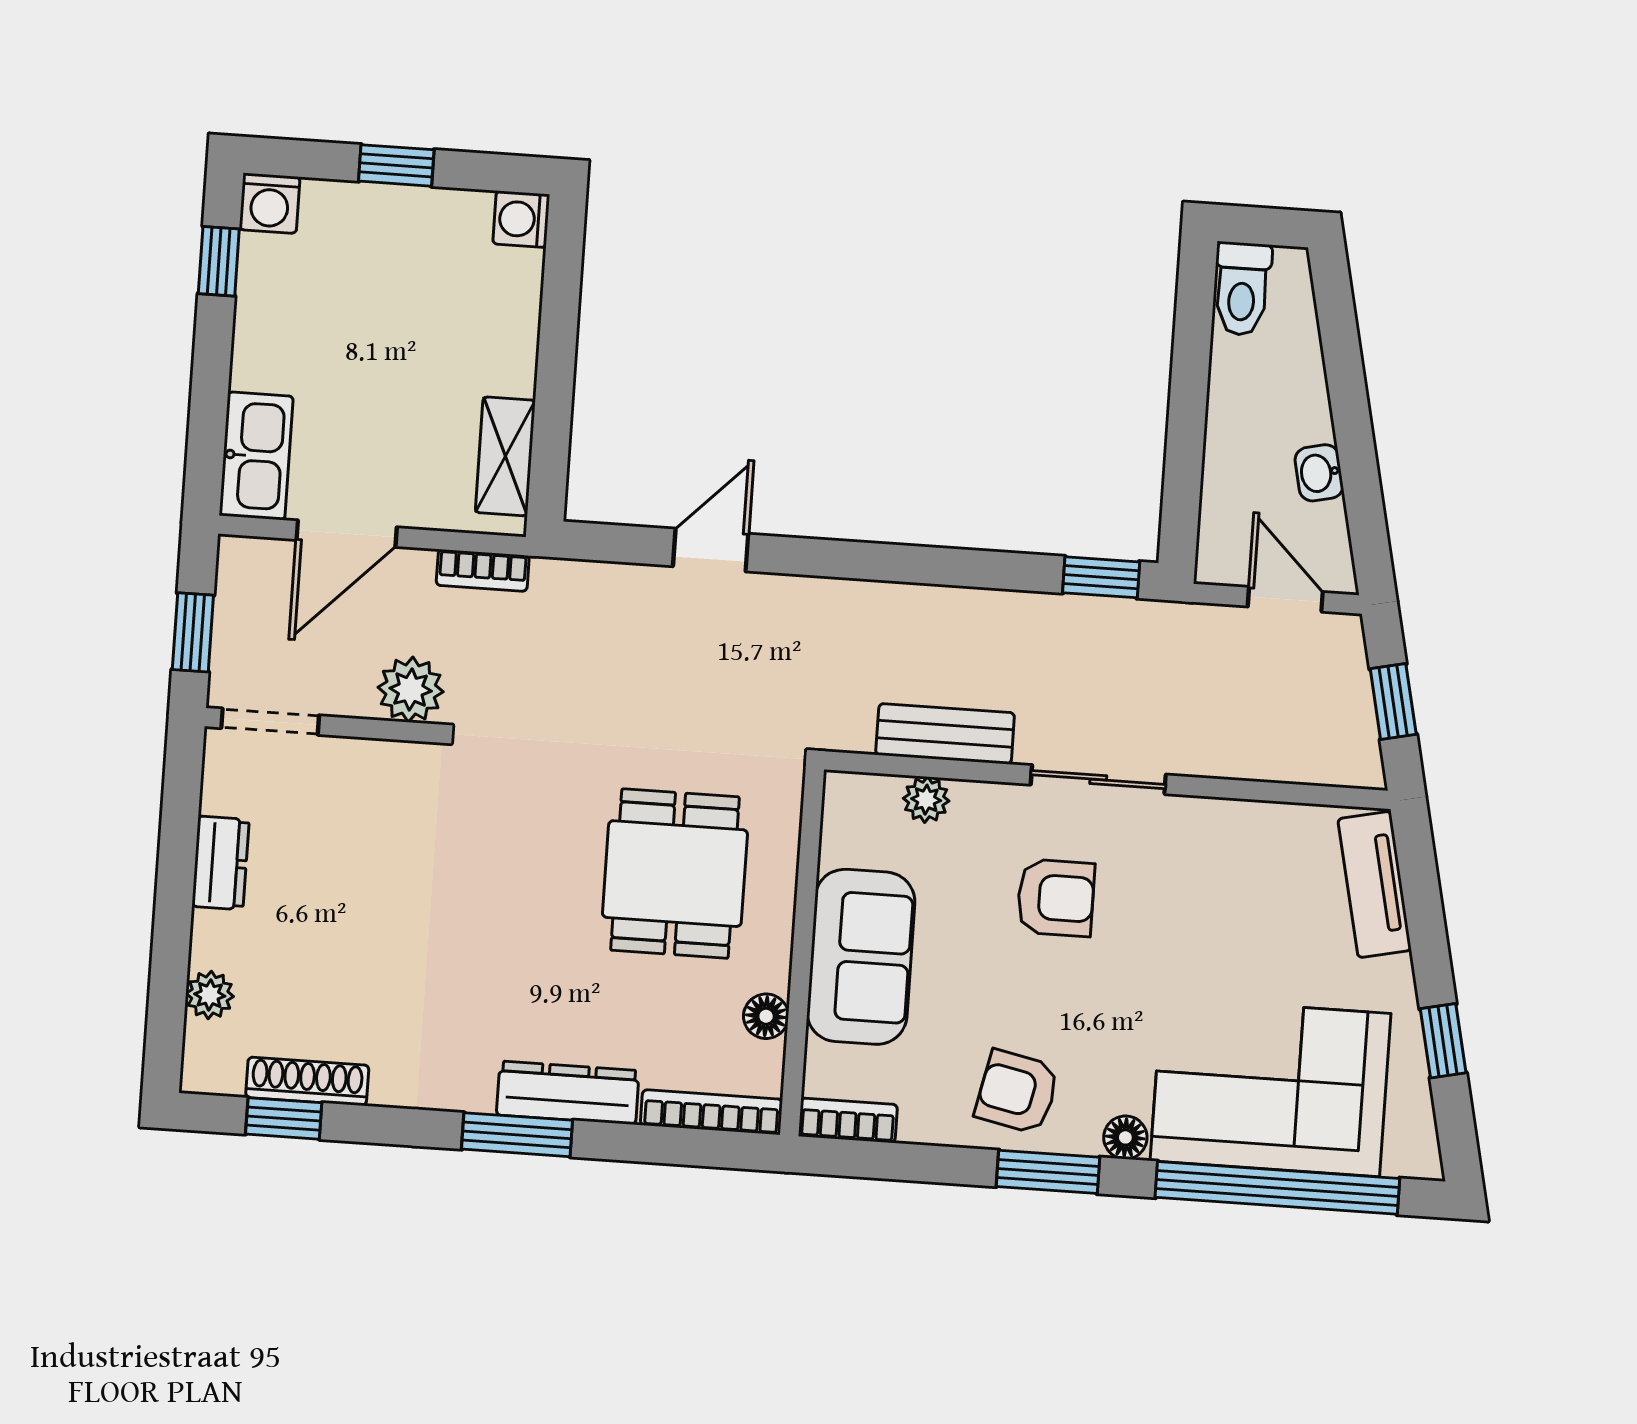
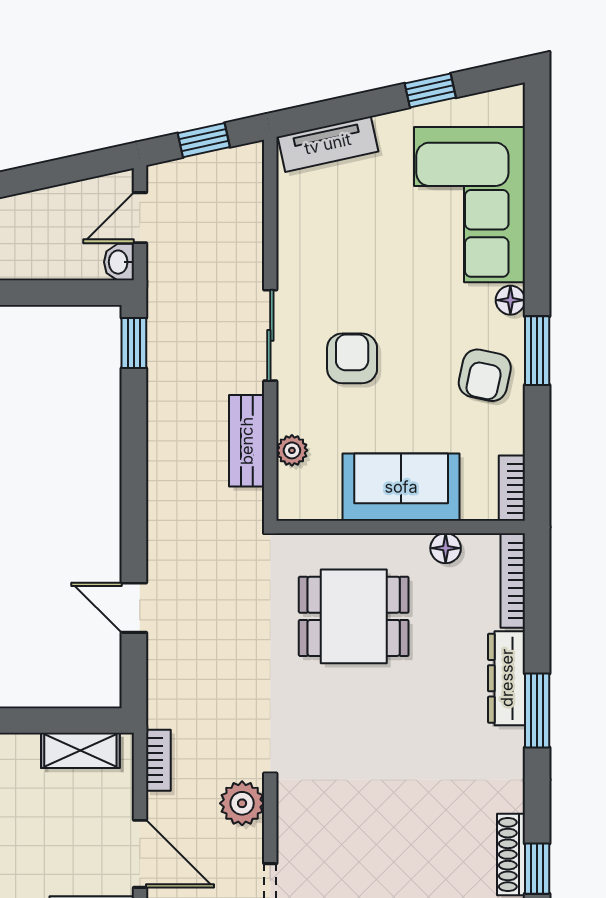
washbasin: (1319, 473) -> (119, 262), moved, turned 102
window: (1277, 1188) -> (537, 195), removed

